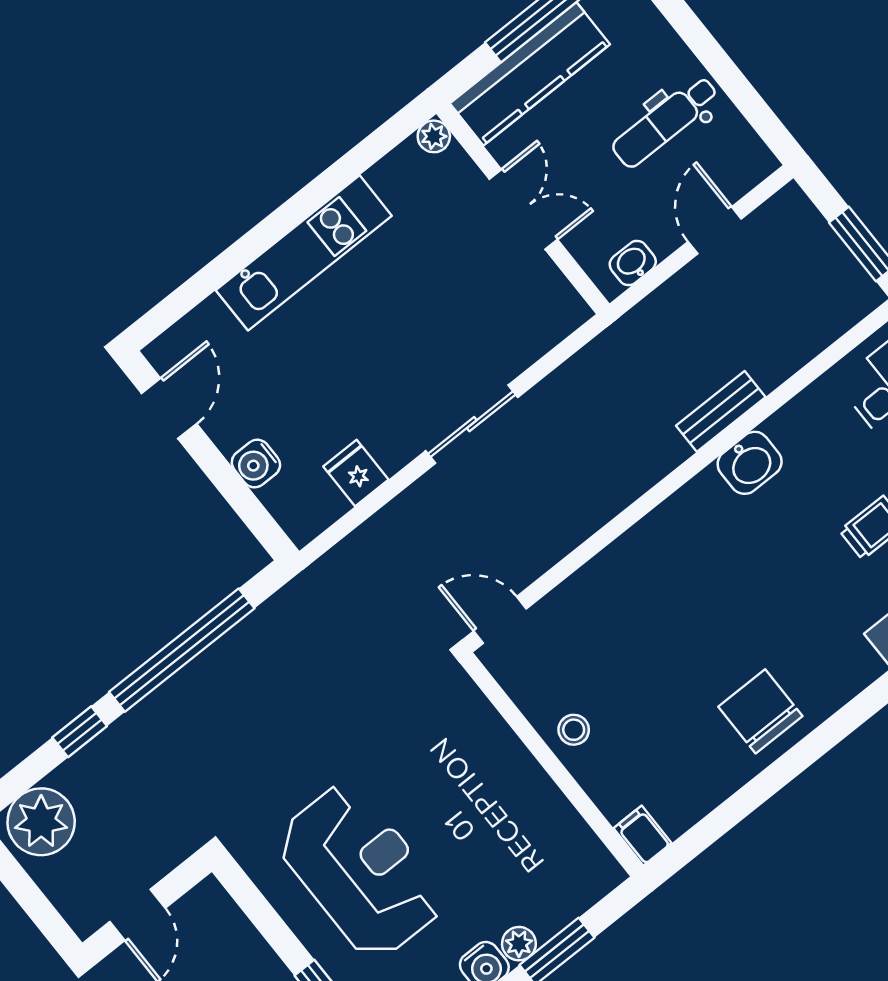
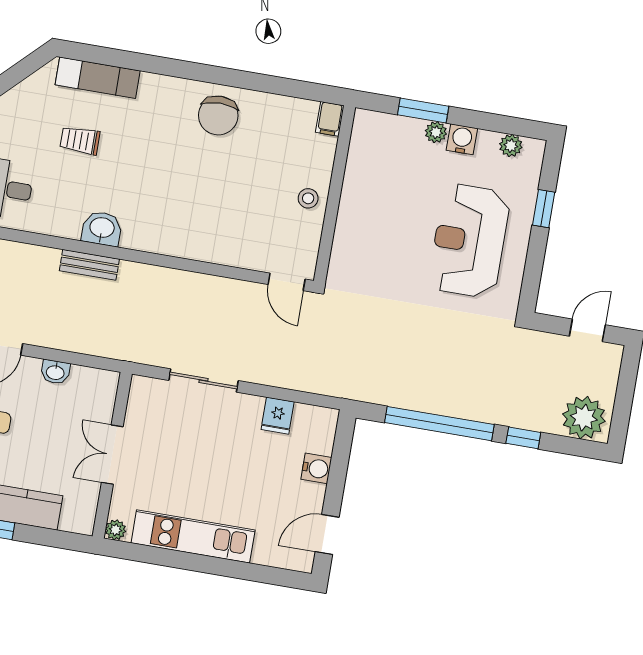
plant: (434, 136) -> (116, 530), moved
double door: (523, 209) -> (112, 455), moved
wall: (523, 209) -> (112, 455), moved

